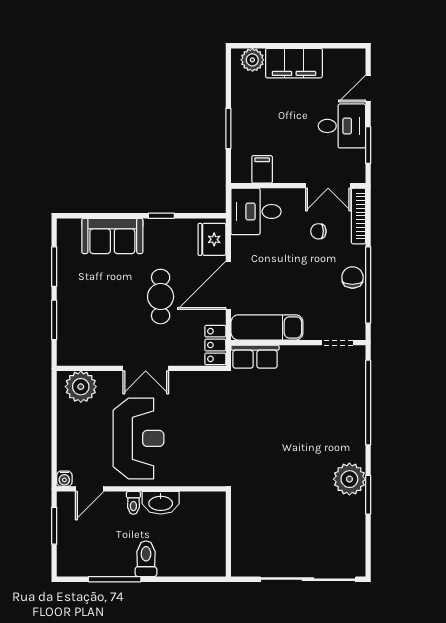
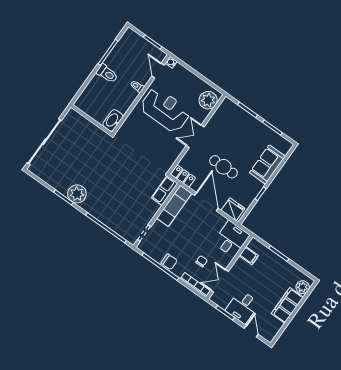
reception desk: (138, 438) -> (165, 110), turned 180
washbasin: (161, 503) -> (113, 120), moved

